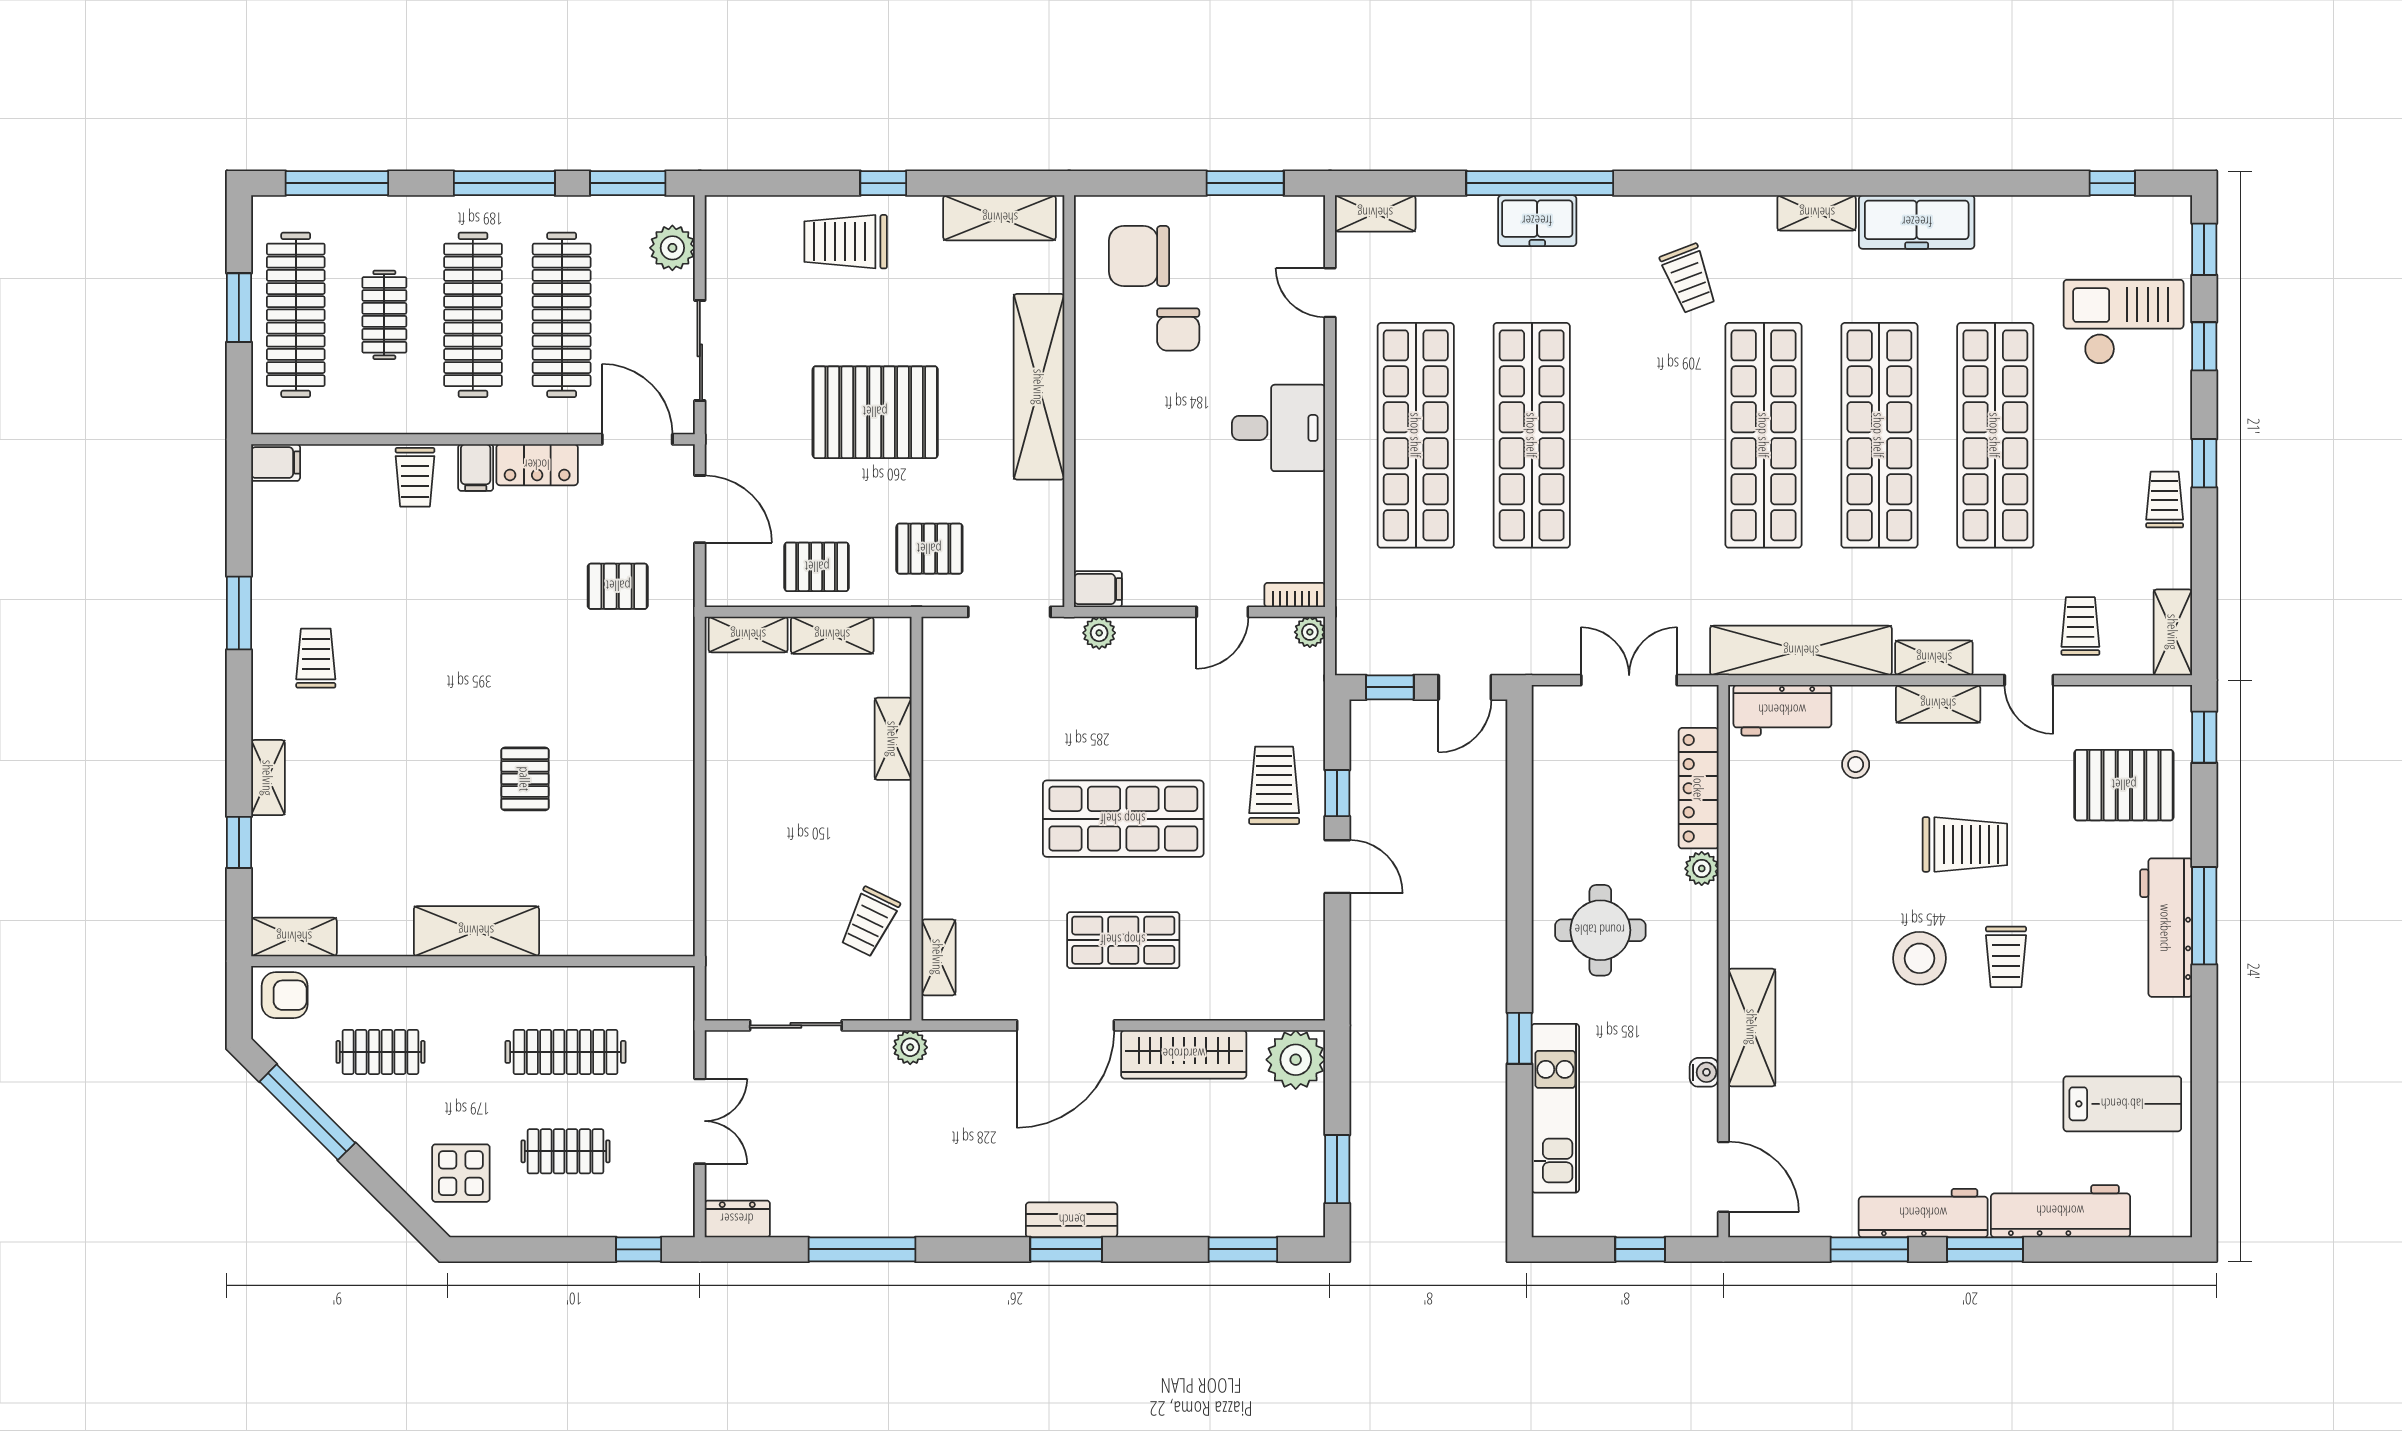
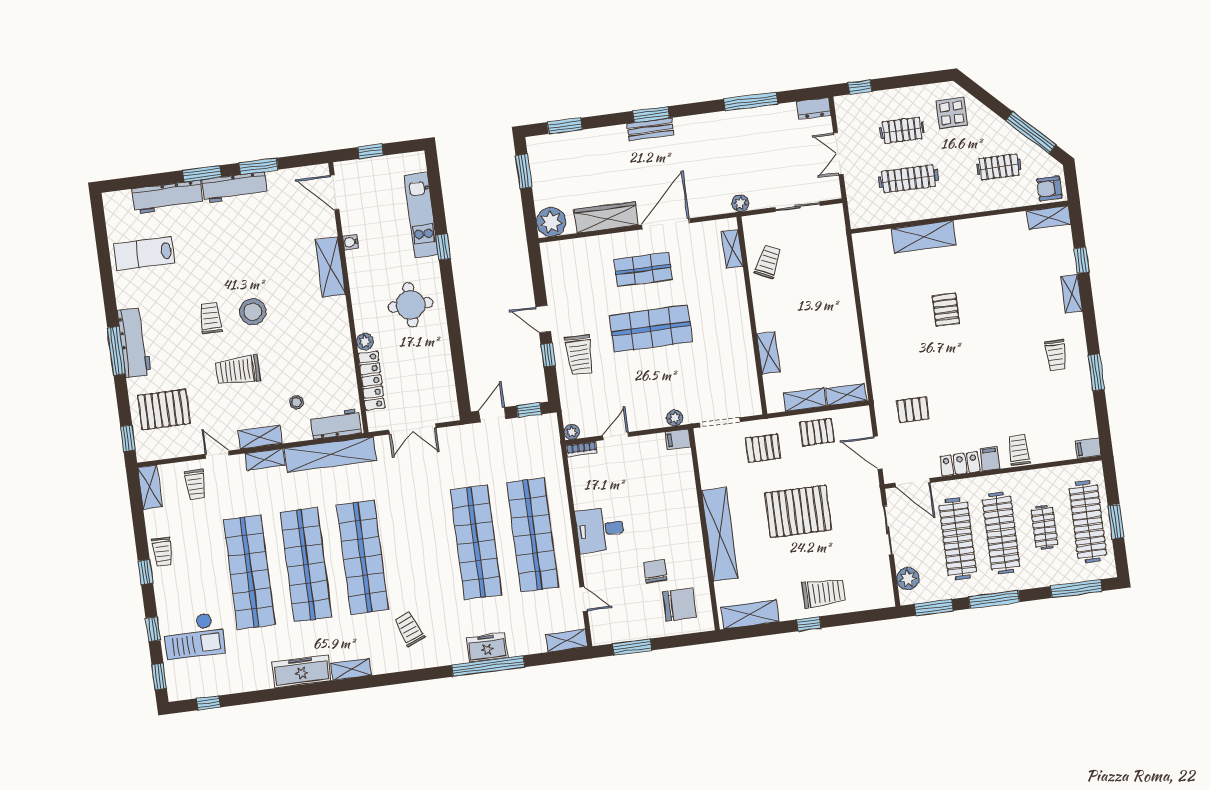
shelving: (476, 931) -> (924, 237), moved

